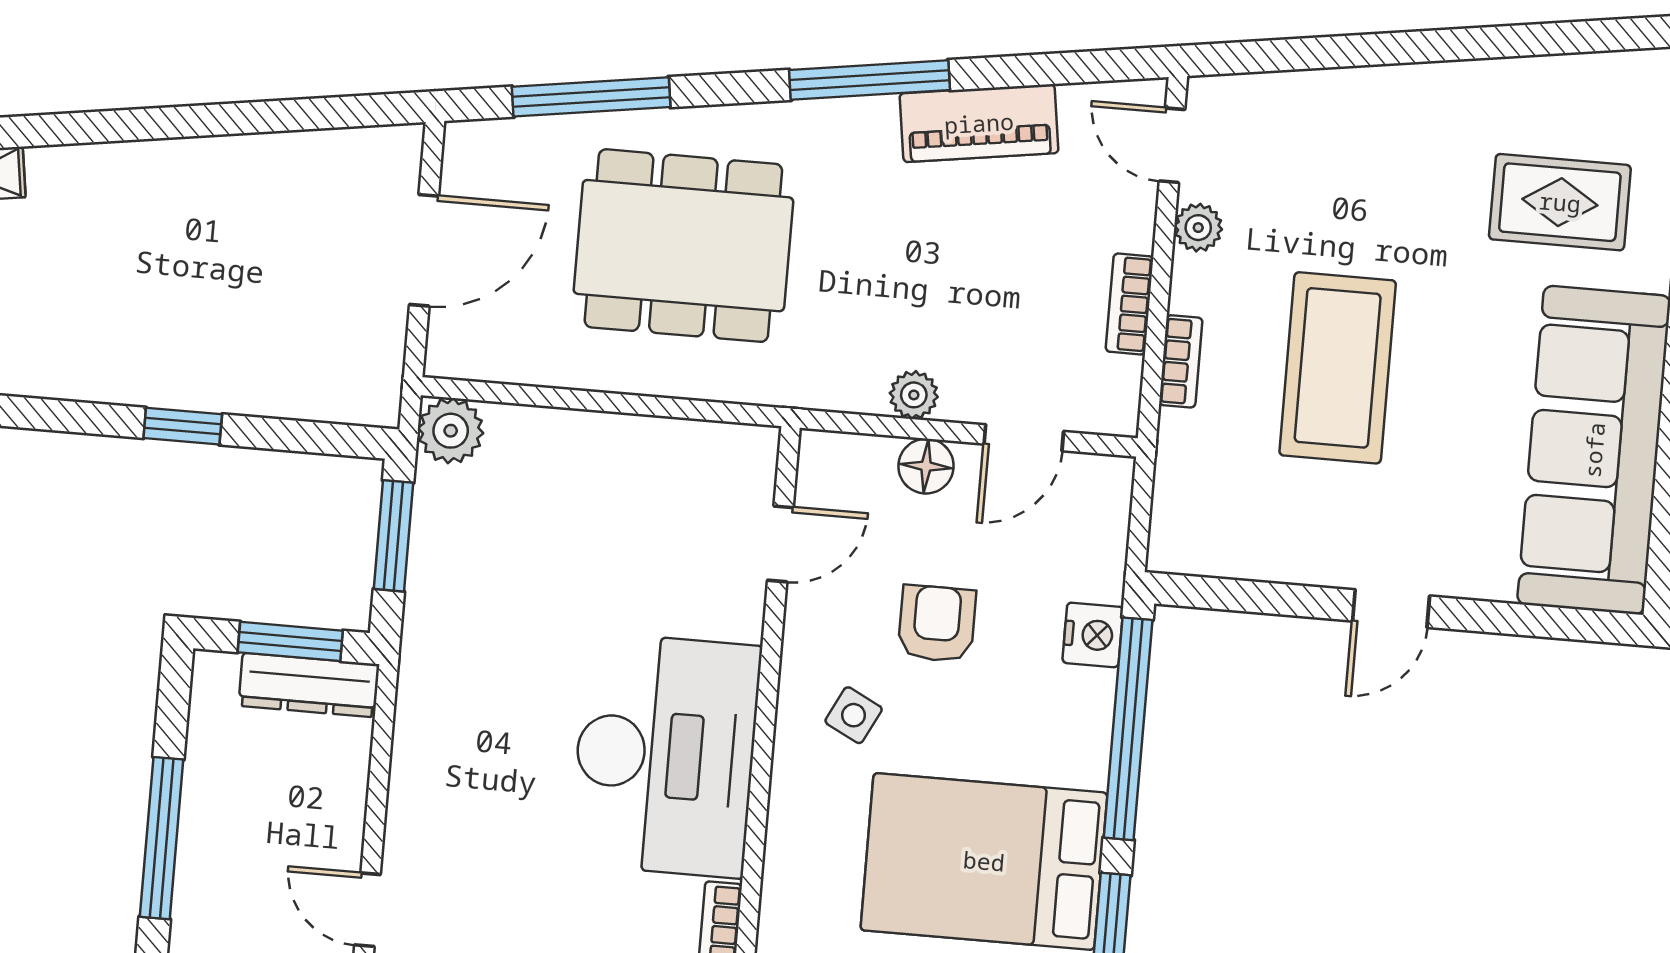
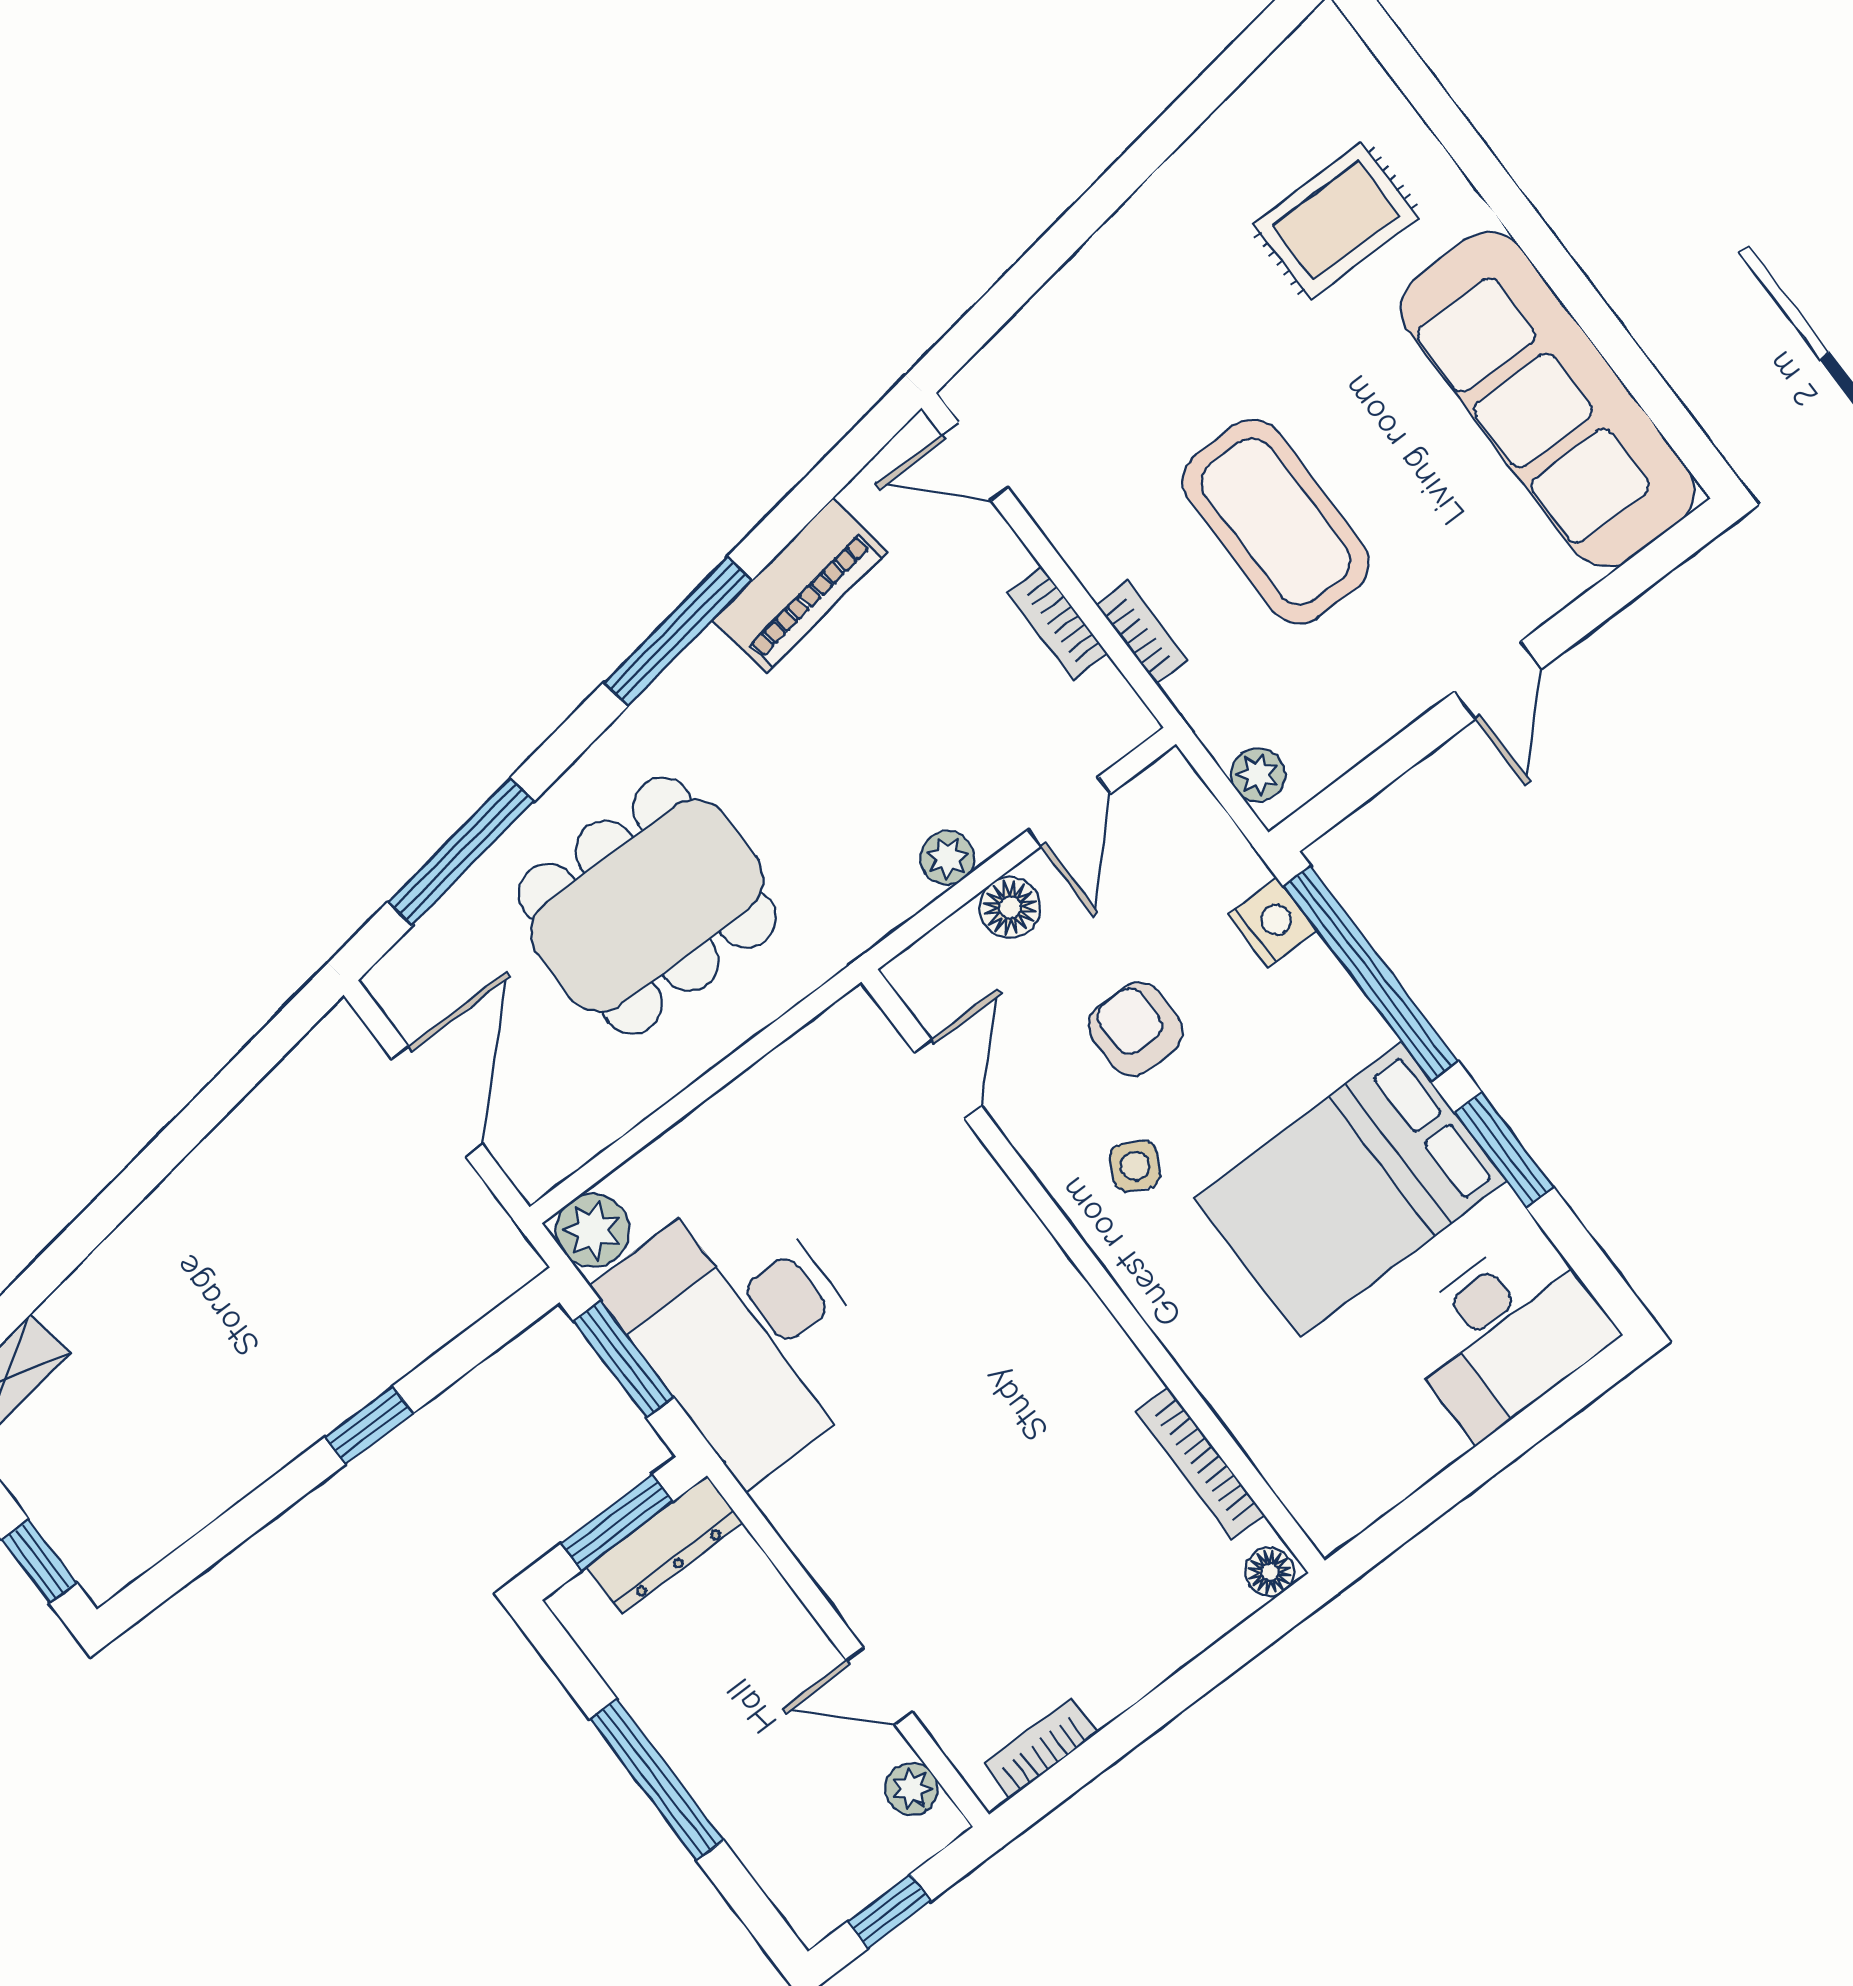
plant: (1198, 228) -> (1258, 775), moved
desk: (665, 755) -> (744, 1330), moved, turned 180

